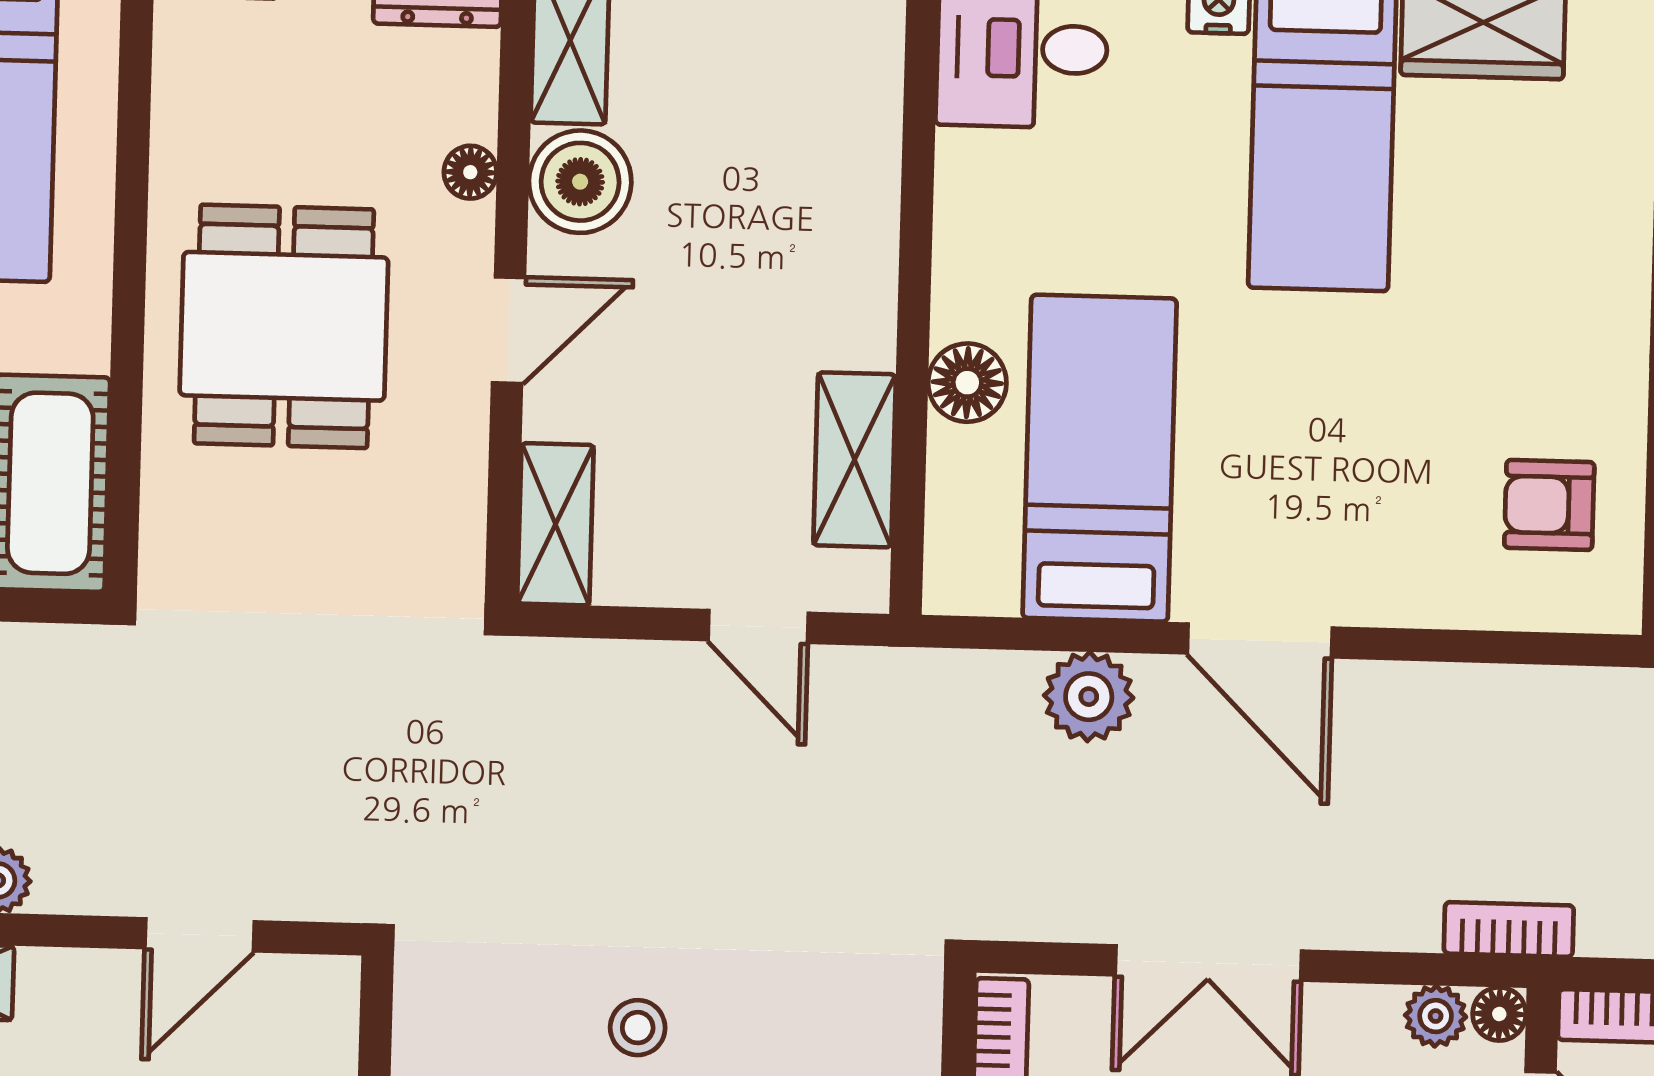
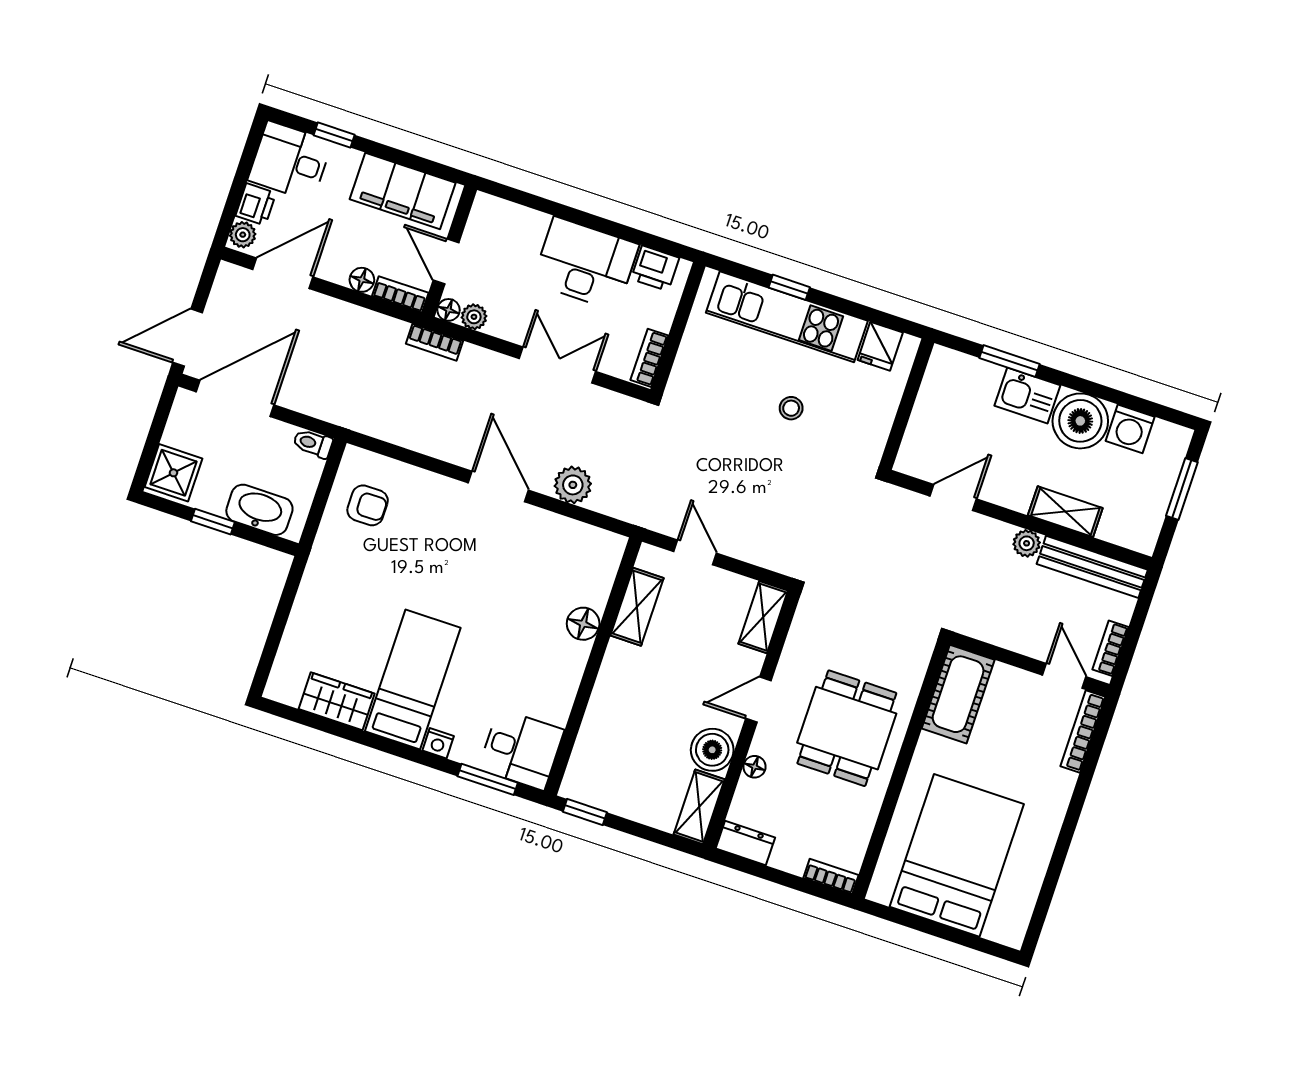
bed: (1100, 458) -> (540, 578), removed

